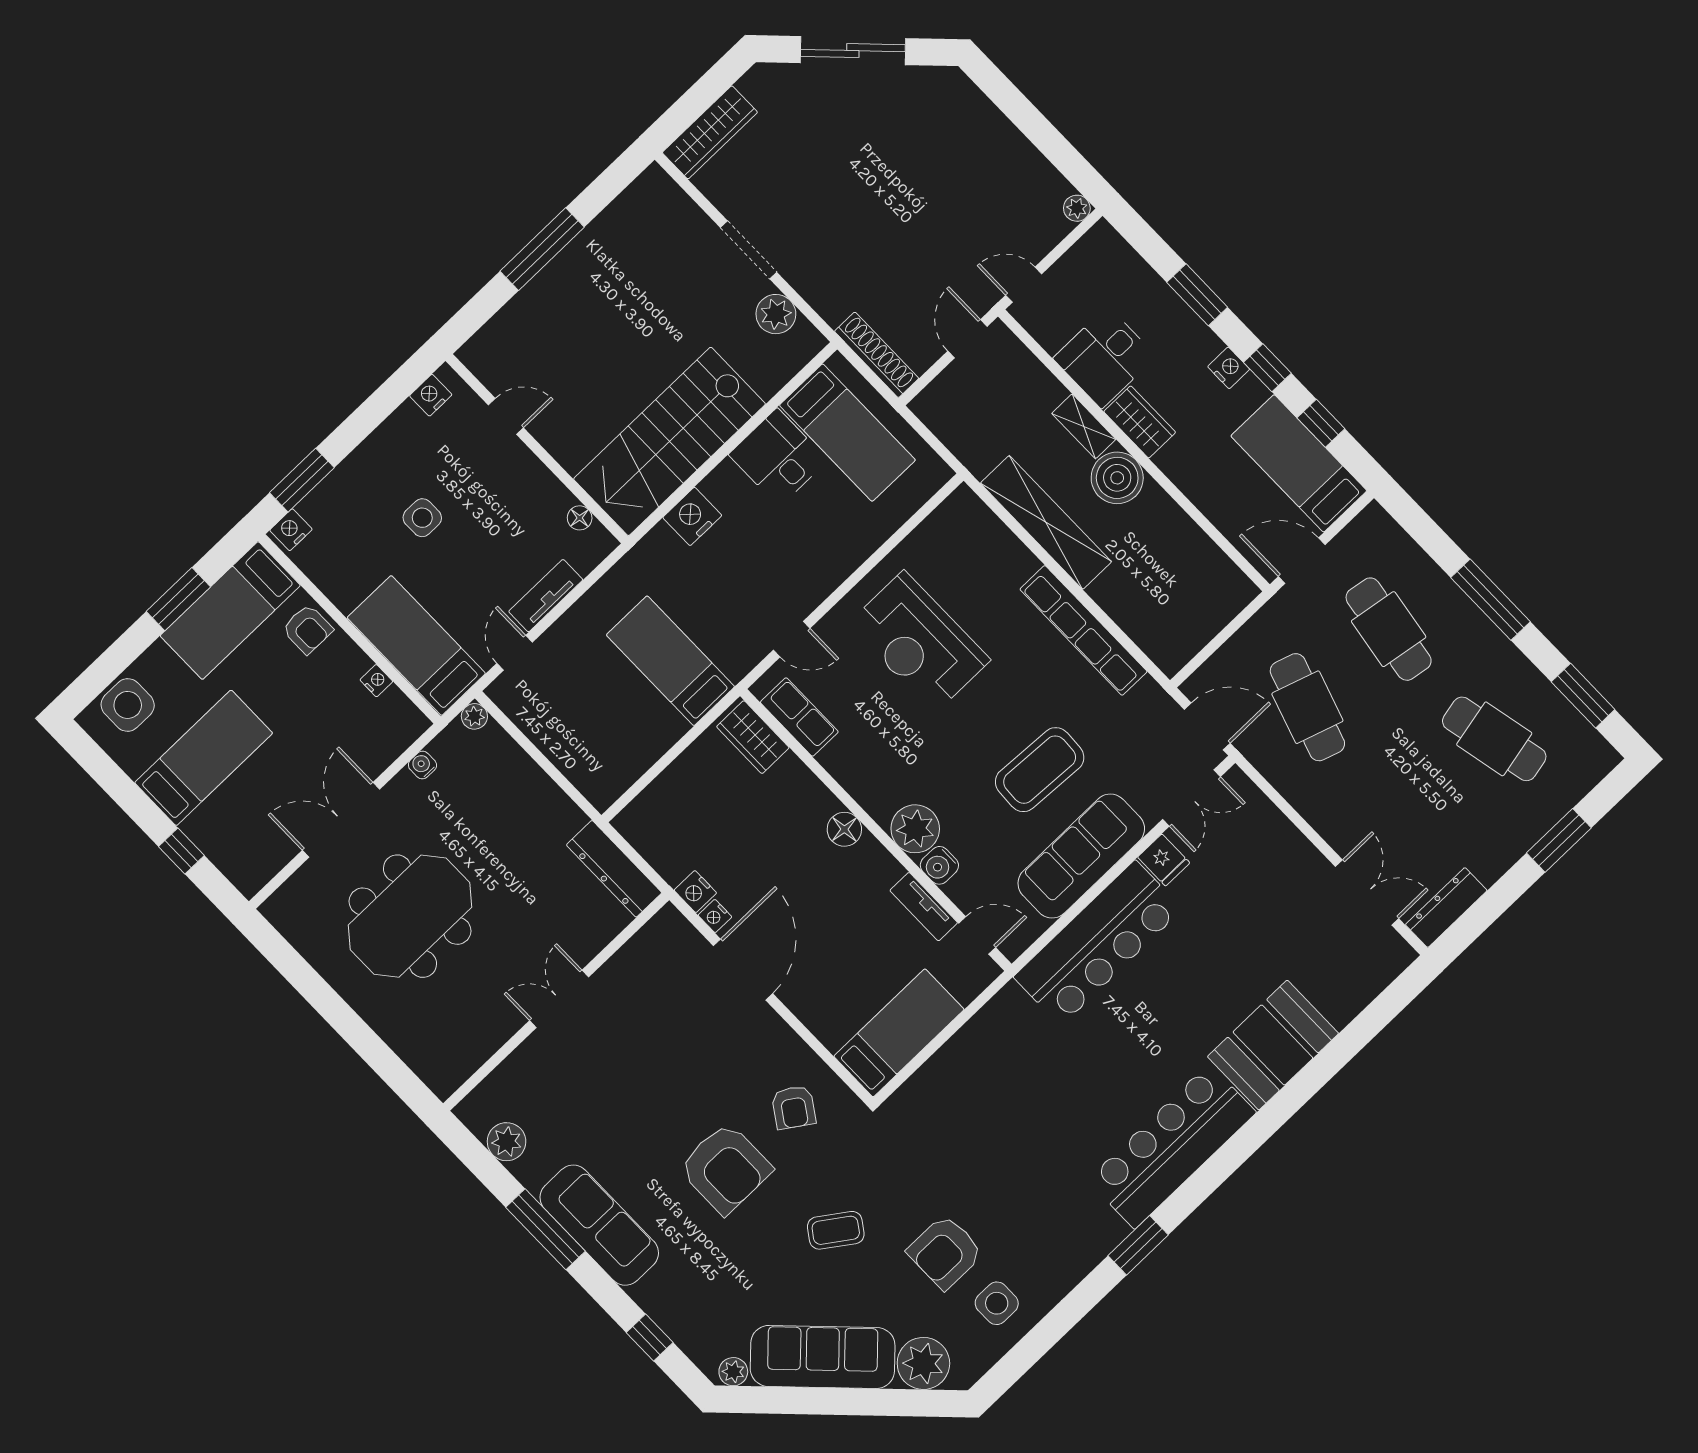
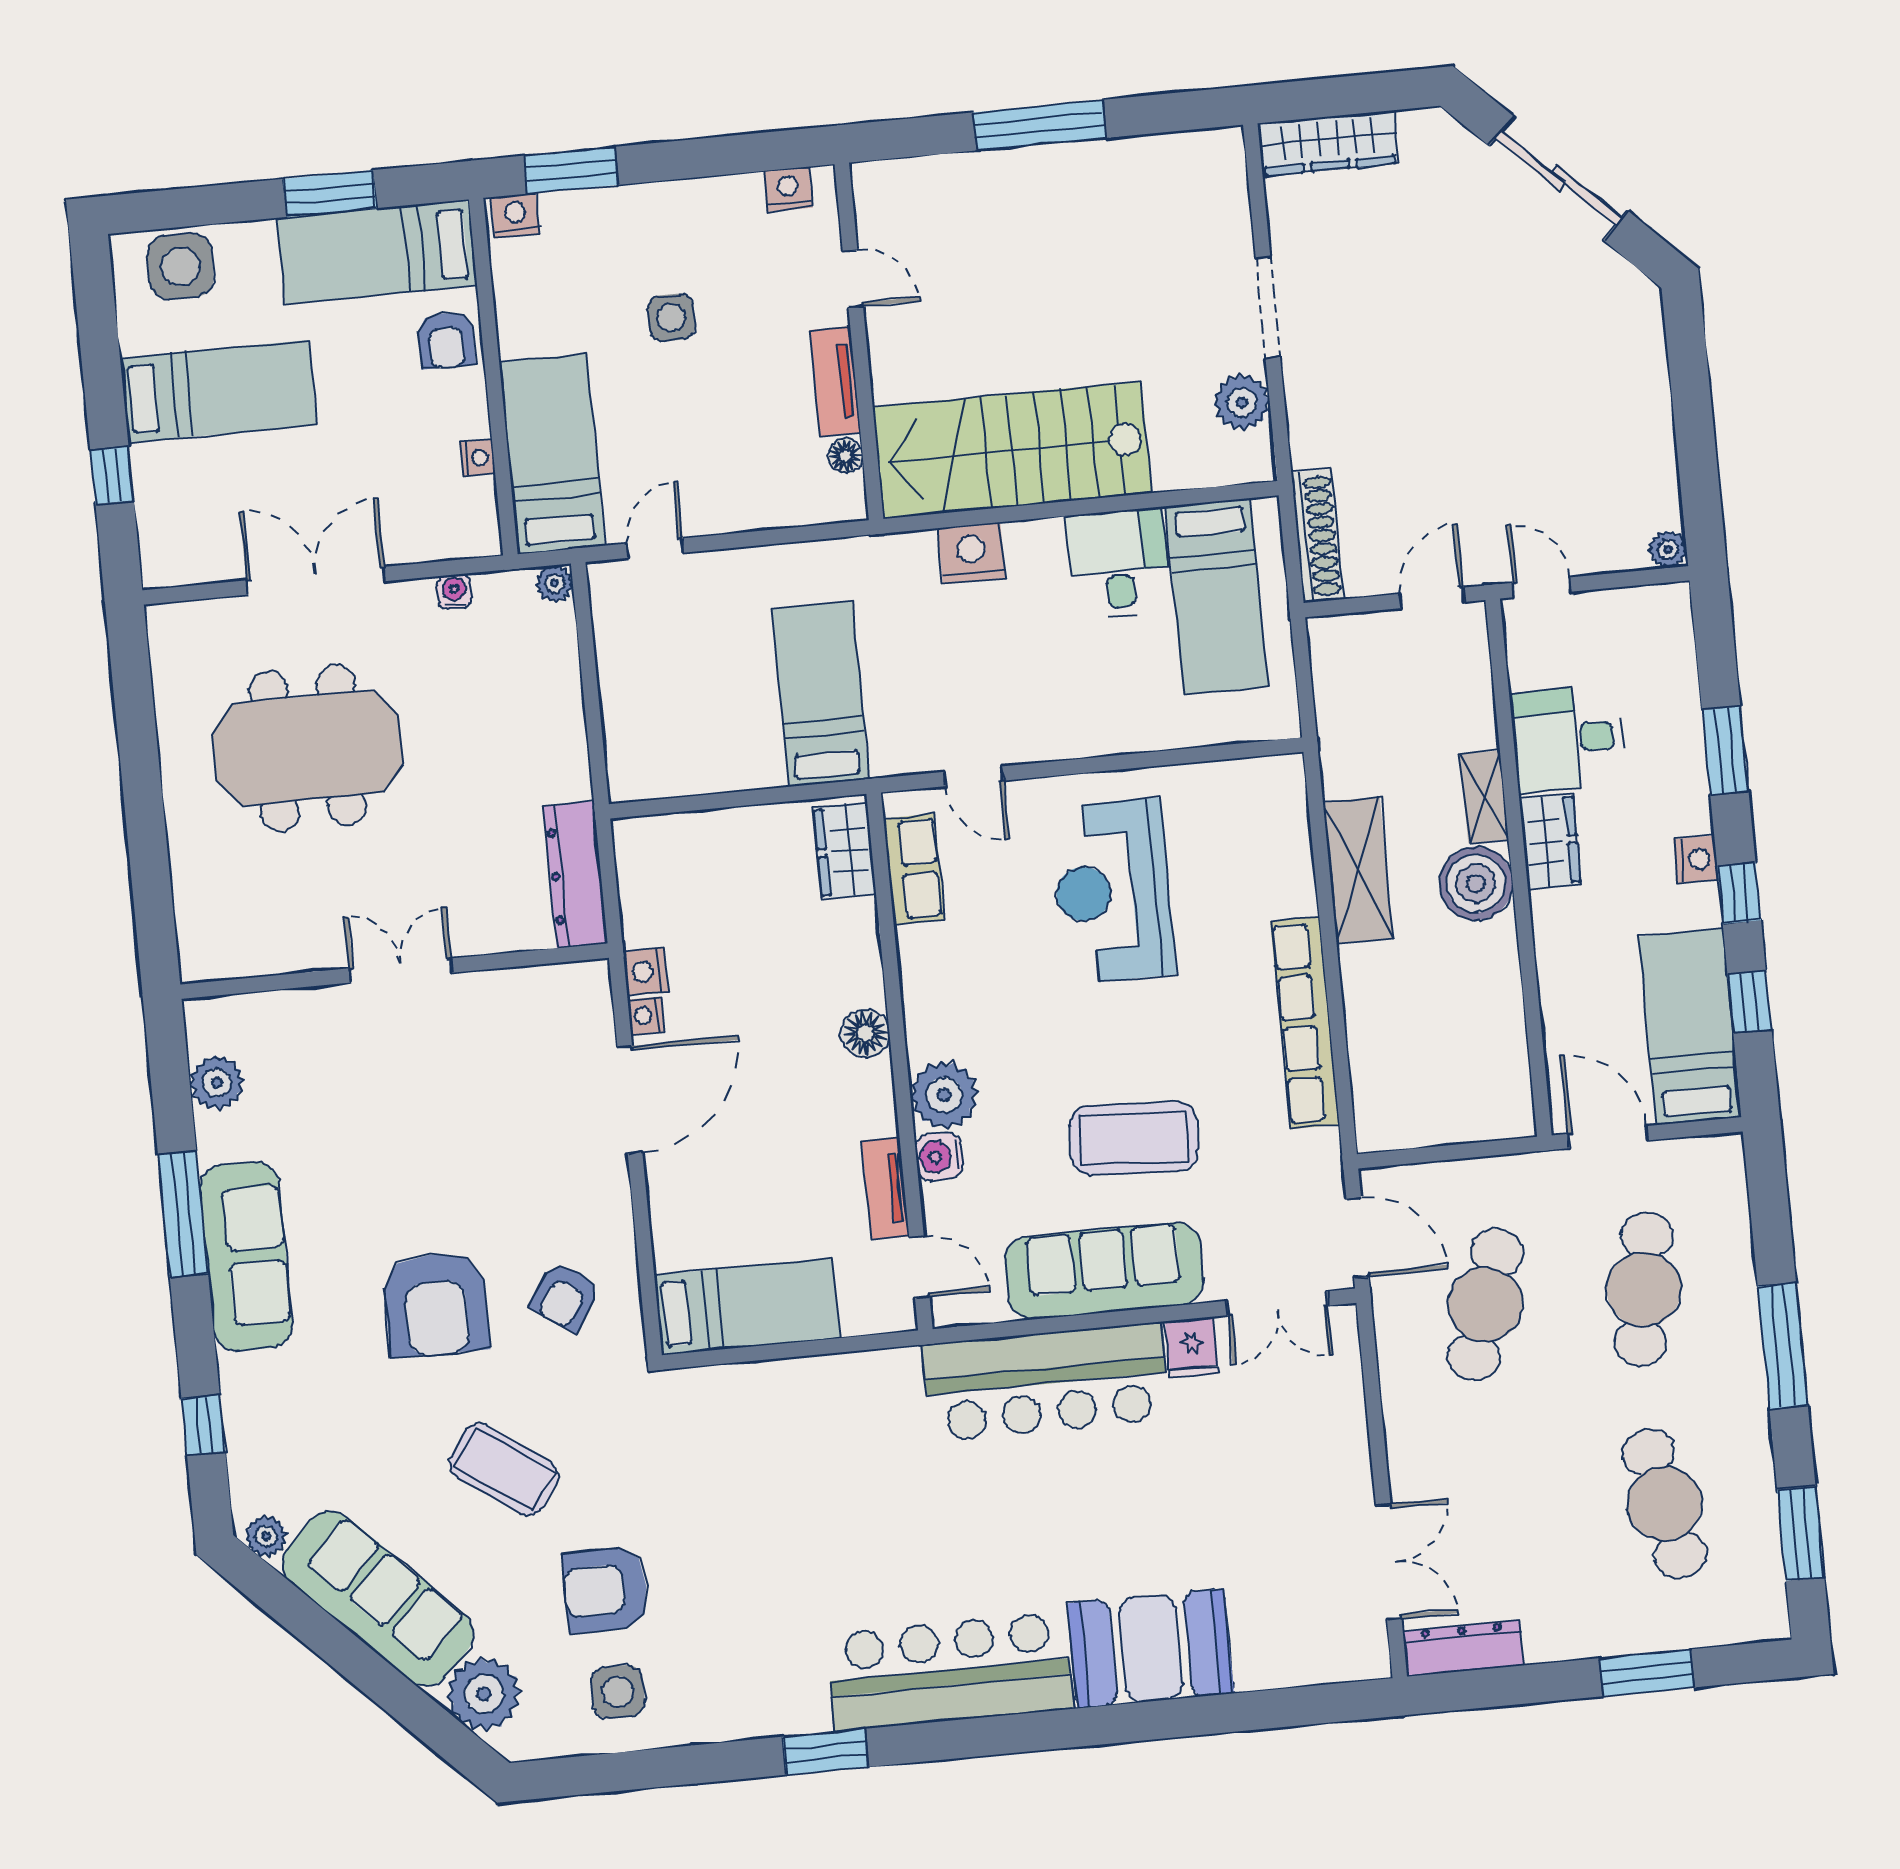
shelving: (1046, 522) -> (1358, 870), width x0.68
tv unit: (546, 596) -> (835, 382), moved, turned -90
coffee table: (836, 1230) -> (504, 1470), width x1.36, depth x1.30

